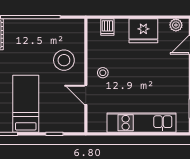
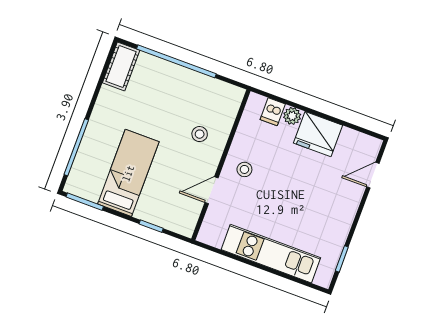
plant: (176, 25) -> (292, 116), moved
stool: (64, 60) -> (200, 134), width x0.53, depth x0.53
door: (86, 95) -> (211, 190), hinge flipped

